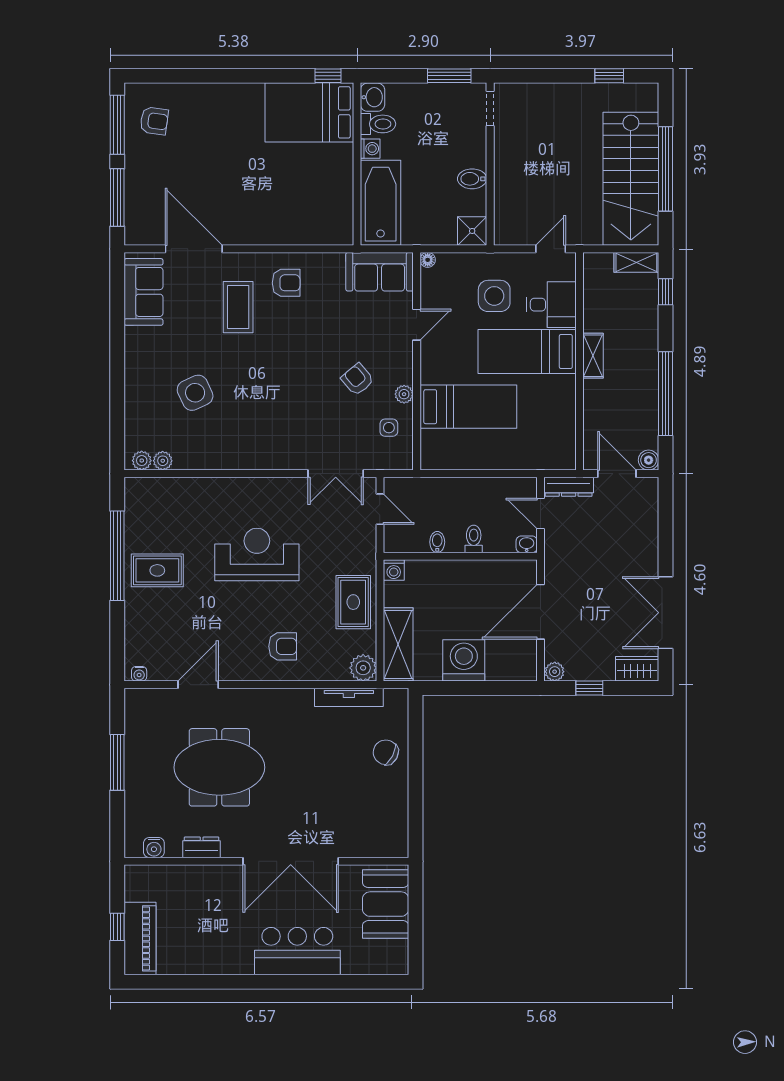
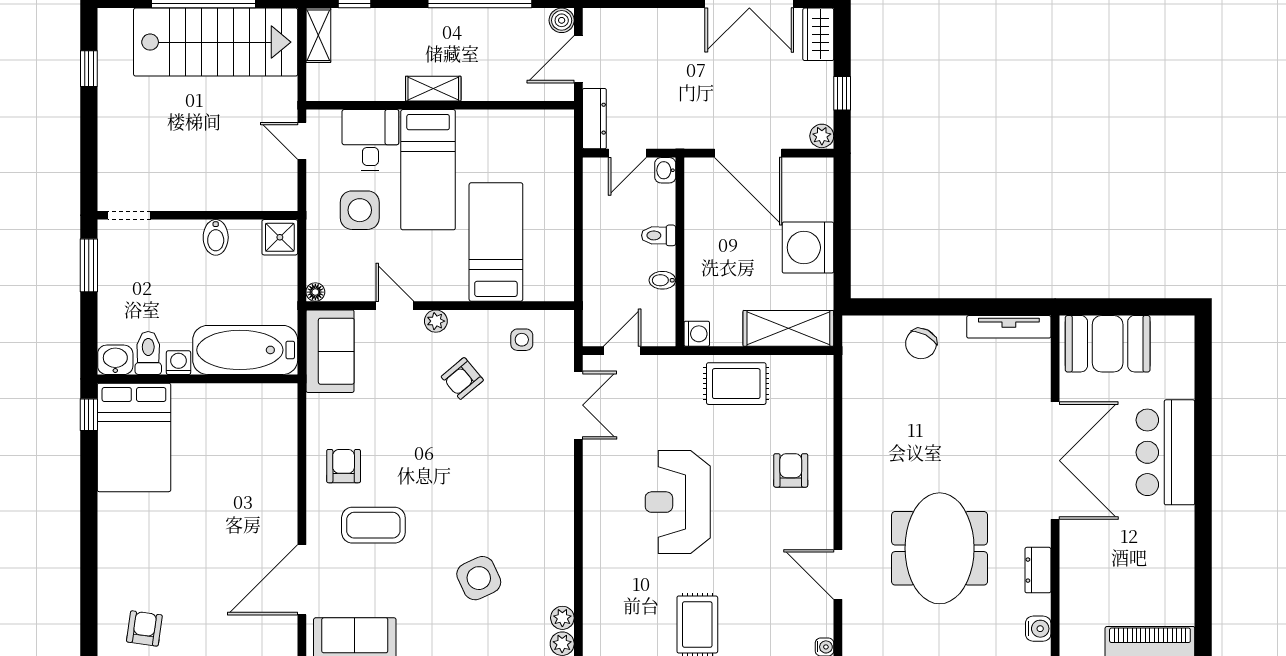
plant: (404, 394) -> (436, 321), moved
plant: (363, 668) -> (817, 371), removed
tv unit: (349, 697) -> (1009, 327), moved, turned 90

